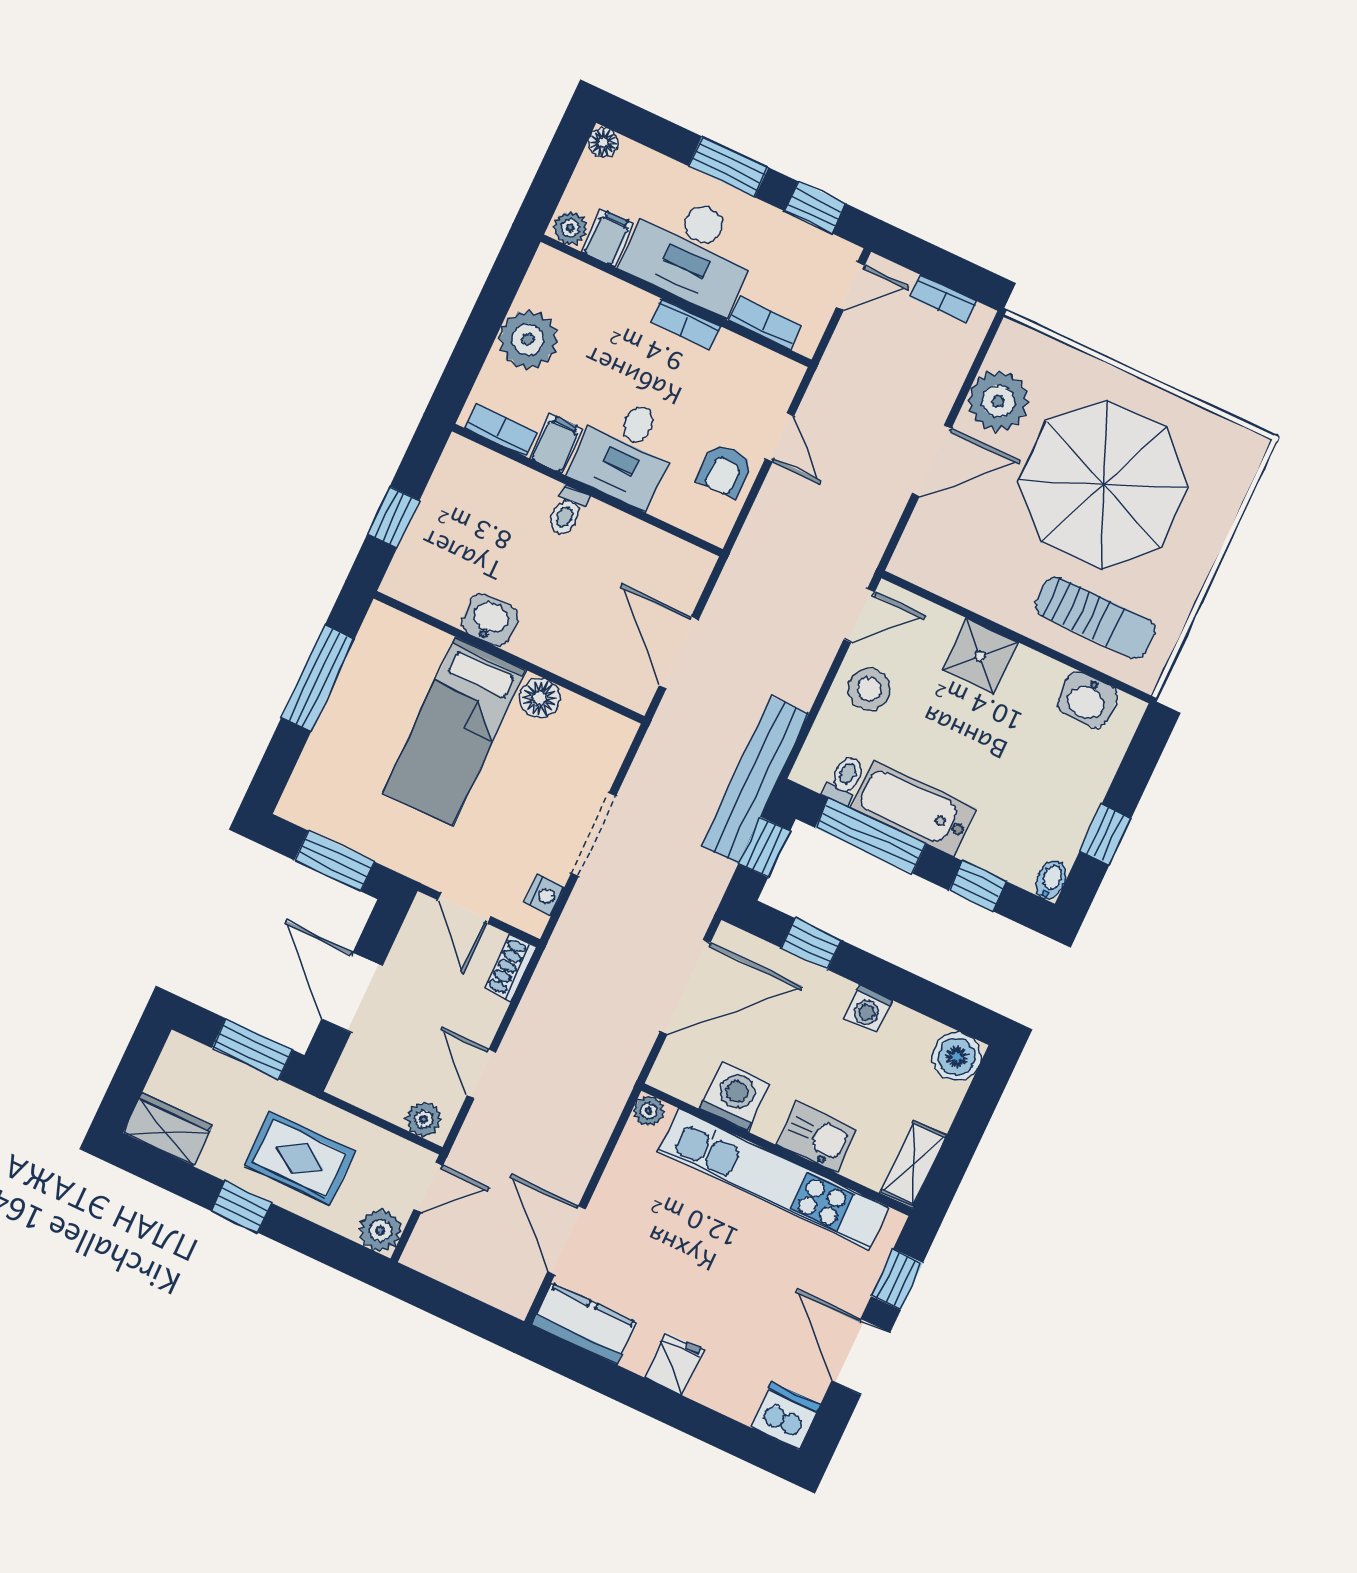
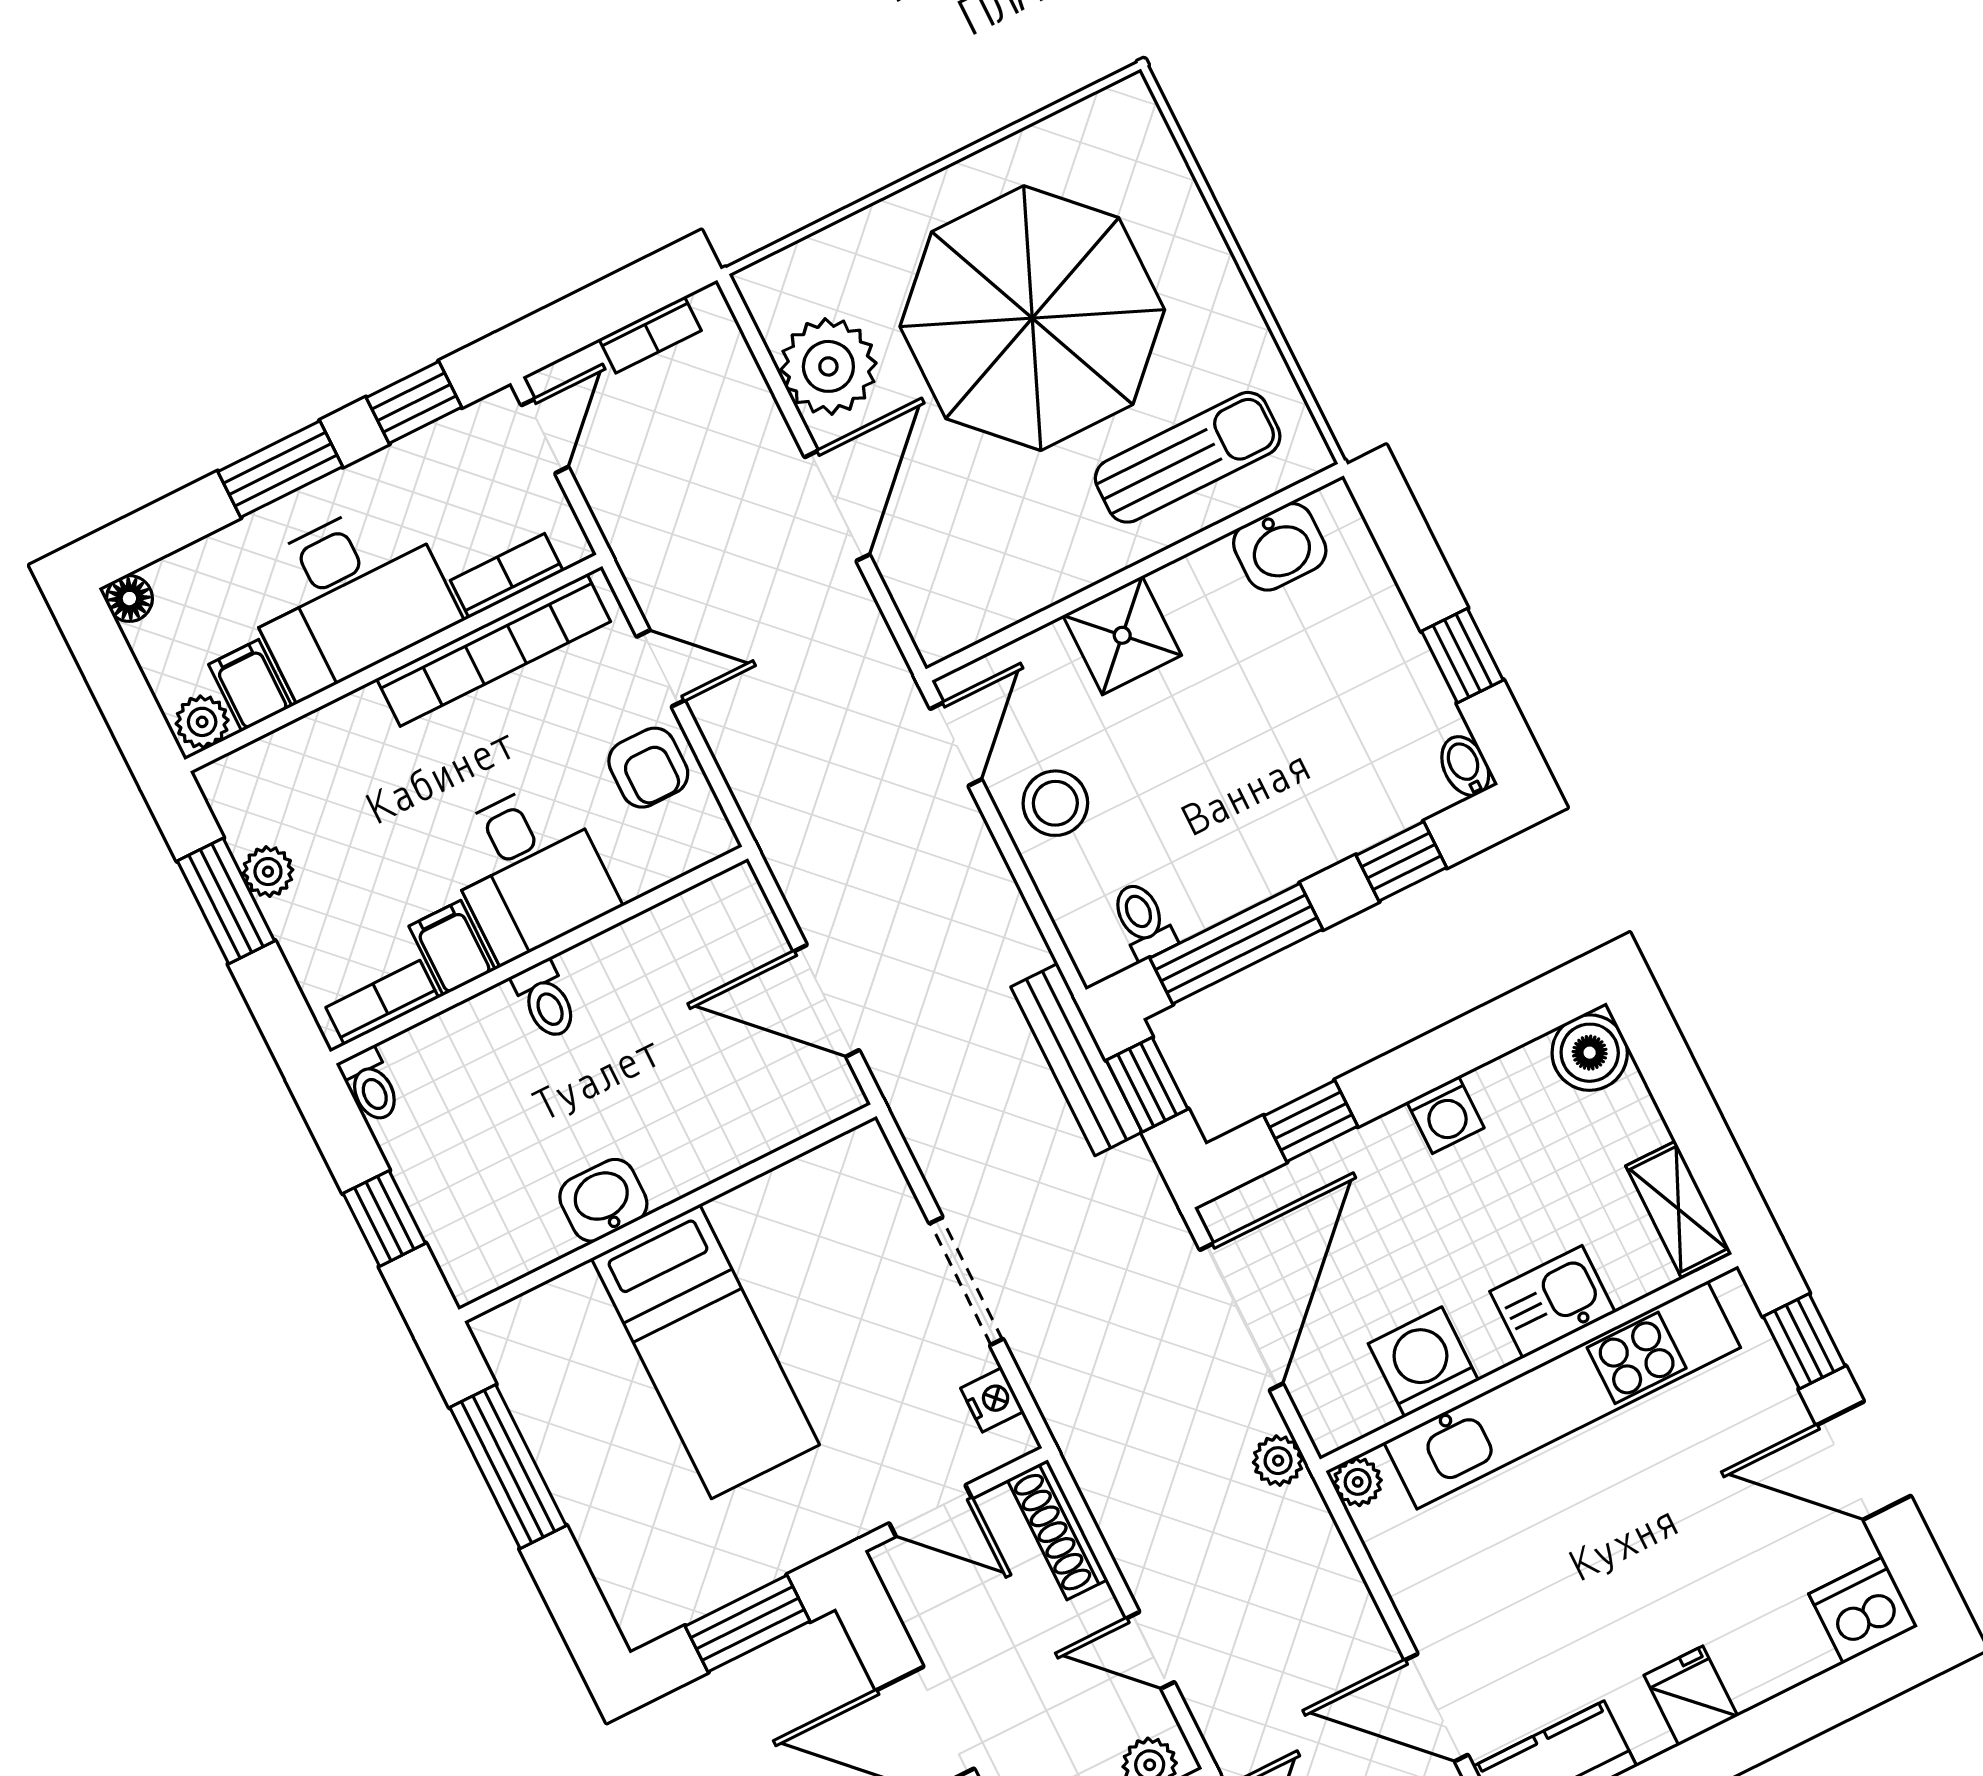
window: (490, 311) -> (226, 901), added
bookcase: (685, 324) -> (493, 650), width x2.31, depth x1.31
plant: (528, 339) -> (268, 872), width x0.53, depth x0.53
toilet: (455, 457) -> (370, 1085), added
floor lamp: (540, 698) -> (747, 1215), removed
bench: (755, 780) -> (1076, 1060), width x0.73, depth x0.82
bathtub: (914, 808) -> (1244, 864), removed
shoe rack: (511, 968) -> (1057, 1530), width x1.43
plant: (628, 1063) -> (1278, 1461), added

